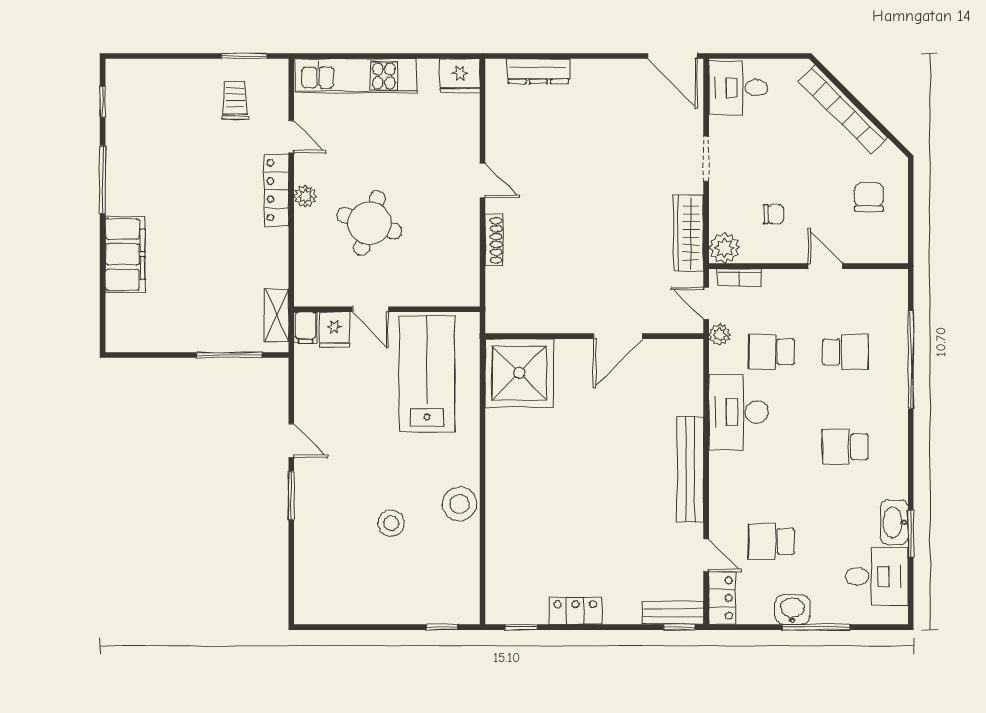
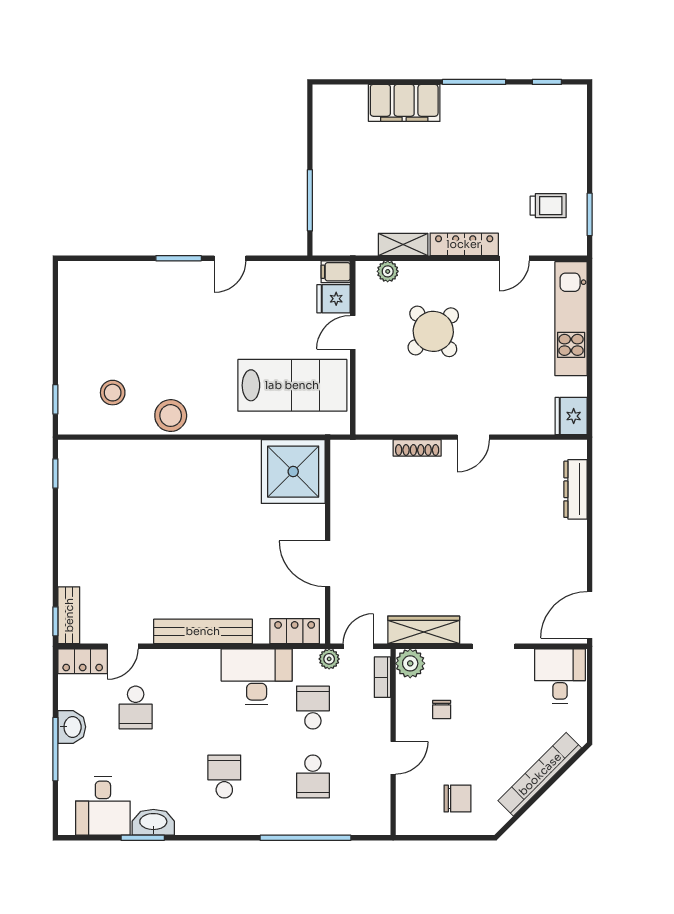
plant: (305, 196) -> (388, 271), moved
round table: (369, 223) -> (433, 331), turned 30
shelving: (277, 315) -> (403, 245), moved
stool: (391, 523) -> (113, 393), moved
school desk: (772, 541) -> (136, 708), turned 180
locker: (575, 611) -> (295, 631), moved, turned -90

